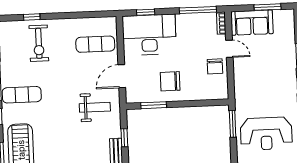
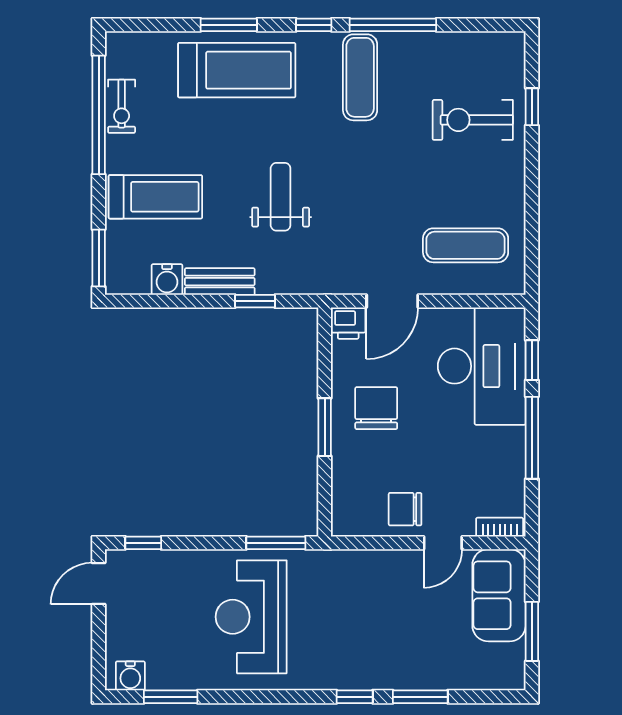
window: (198, 10) -> (532, 438), moved
exercise mat: (95, 44) -> (466, 245), turned 90
door: (122, 76) -> (392, 301), swing flipped
printer: (132, 95) -> (348, 323), added
window: (154, 105) -> (325, 427), moved
weight bench: (95, 107) -> (281, 197), moved, turned 180

